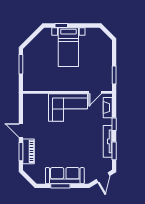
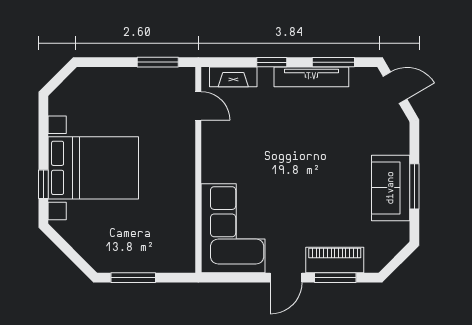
bed with nightstands: (68, 47) -> (93, 168), width x1.36
corner sofa: (68, 107) -> (233, 228), moved
sofa: (65, 176) -> (391, 188), width x0.73

